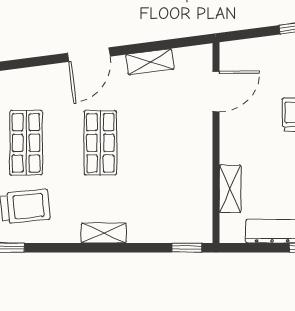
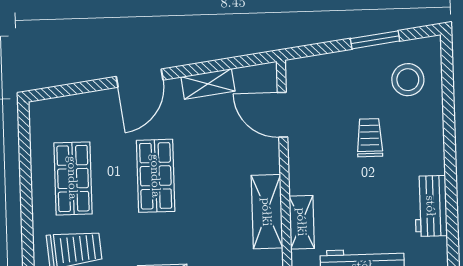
door: (216, 92) -> (283, 115), swing flipped
shelving: (199, 178) -> (267, 212), added

